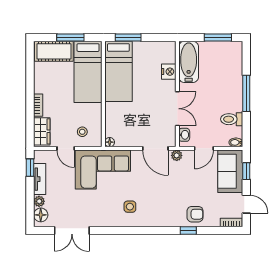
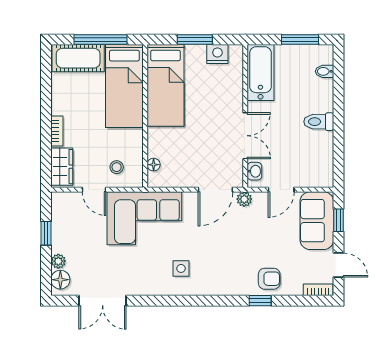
window: (70, 37) -> (100, 39), width x1.44
window: (128, 37) -> (195, 39), moved
nightstand: (169, 72) -> (217, 54), moved, turned -90
window: (246, 93) -> (339, 115), removed
toilet: (232, 119) -> (319, 122), moved
floor lamp: (110, 142) -> (154, 165), moved
bidet: (236, 142) -> (324, 71), moved
door: (155, 148) -> (215, 190), hinge flipped
window: (30, 168) -> (46, 233), moved
tv unit: (40, 179) -> (59, 231), removed

